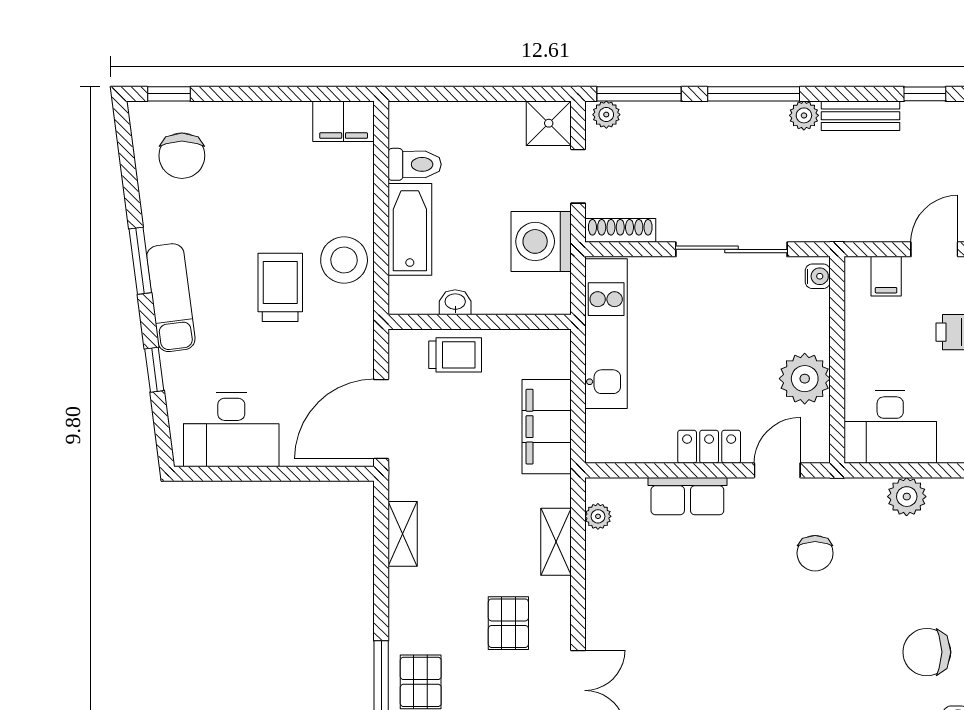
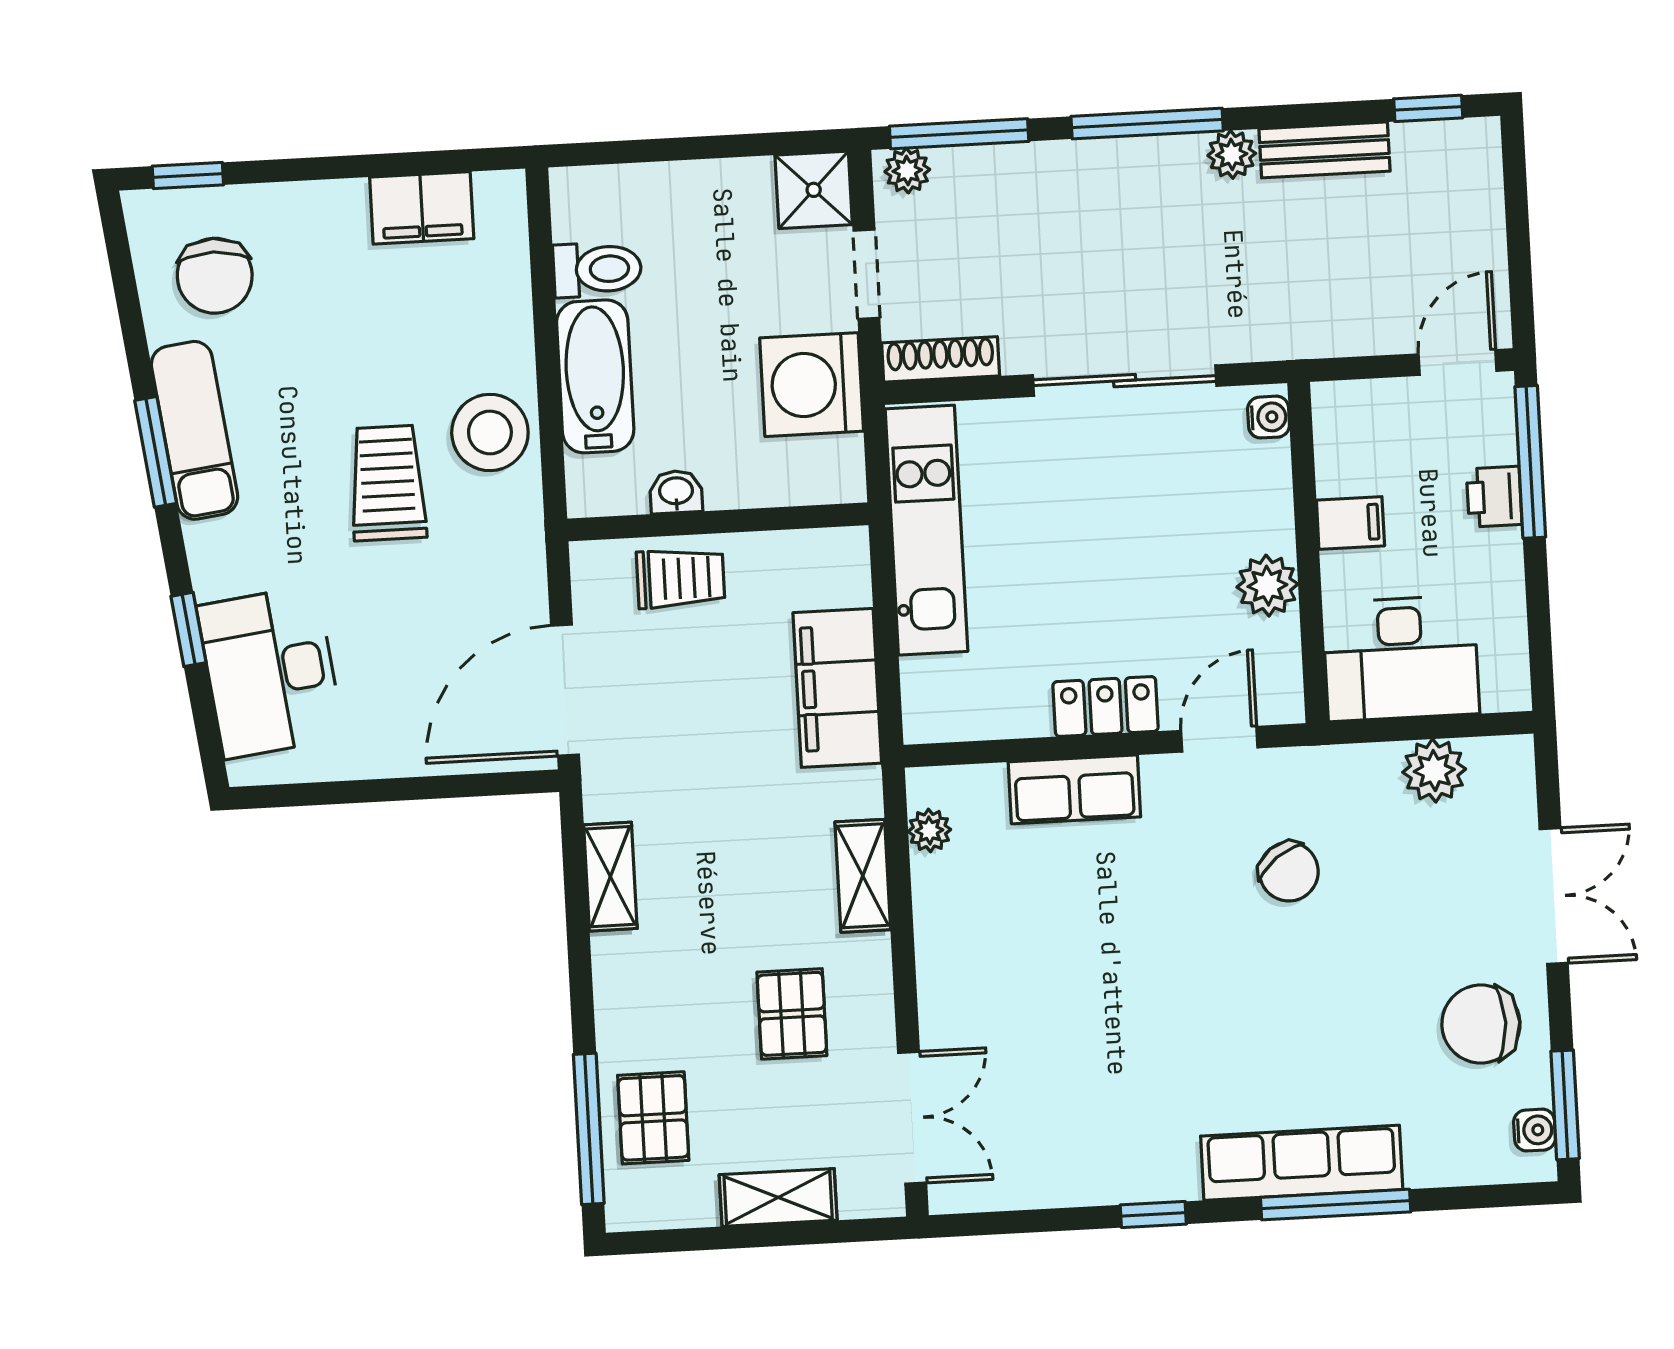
filing cabinet: (344, 121) -> (422, 208), moved
filing cabinet: (886, 276) -> (1350, 523), moved, turned -90
exam couch: (171, 298) -> (195, 430), moved
plant: (805, 379) -> (1267, 586), width x0.73, depth x0.73
desk: (231, 429) -> (270, 672), moved, turned 83
chair: (815, 553) -> (1289, 872), turned -37

